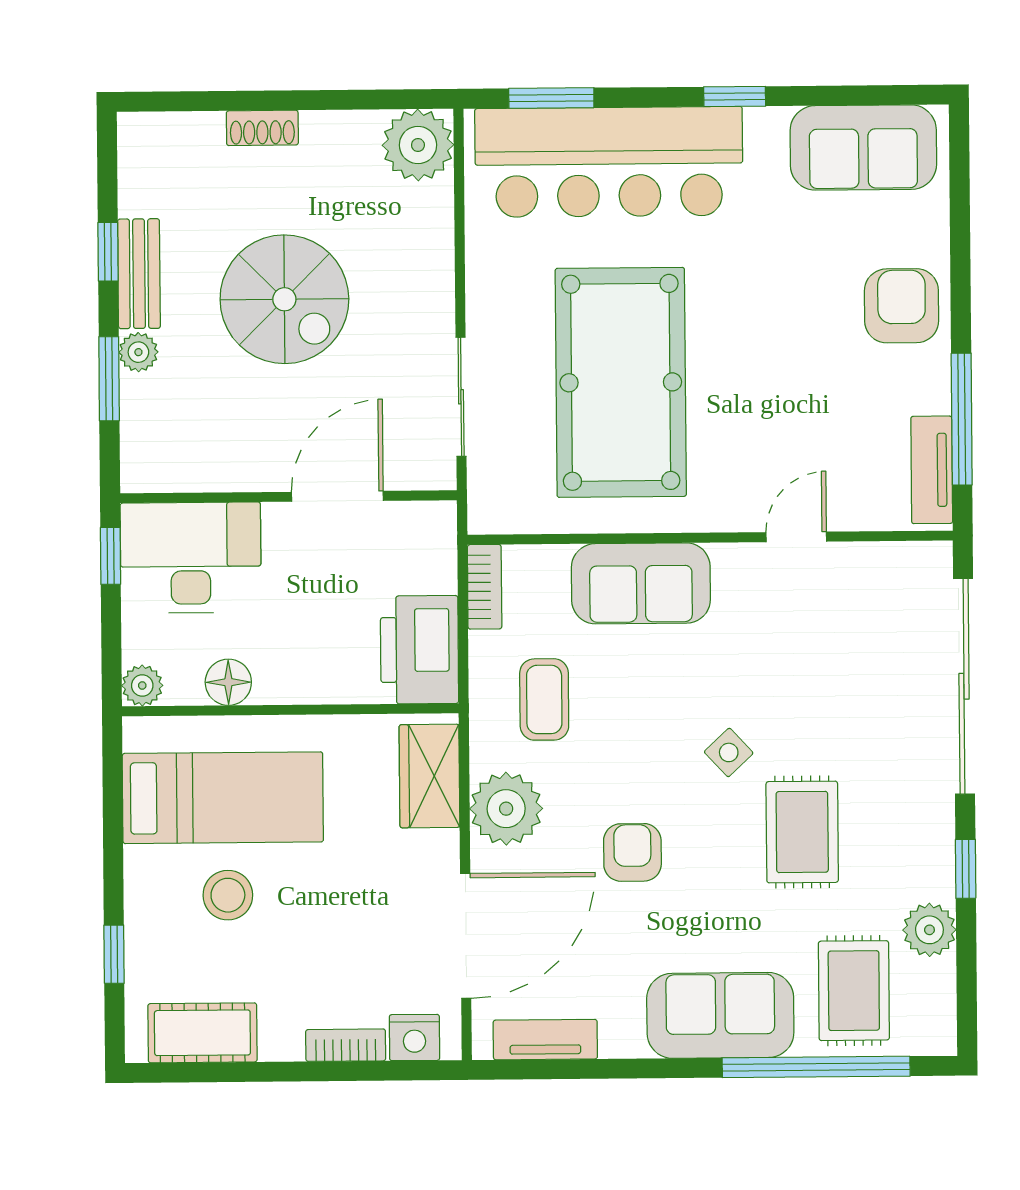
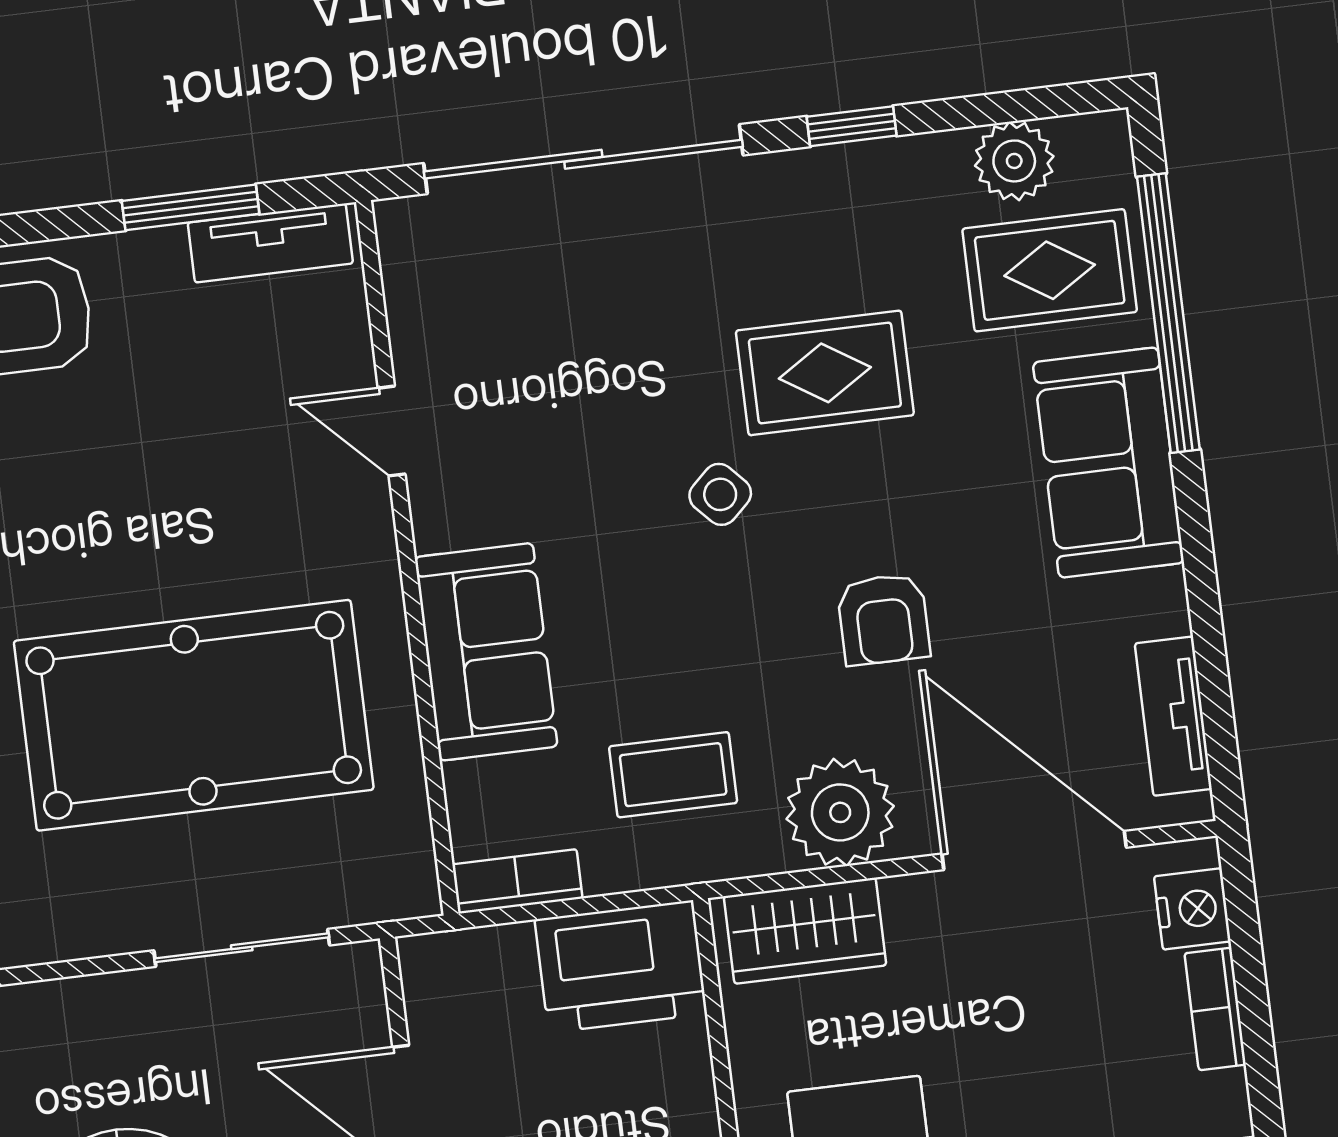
window: (962, 419) -> (191, 207), width x0.69
armchair: (632, 852) -> (883, 619), turned -90
plant: (929, 930) -> (1014, 161), moved

